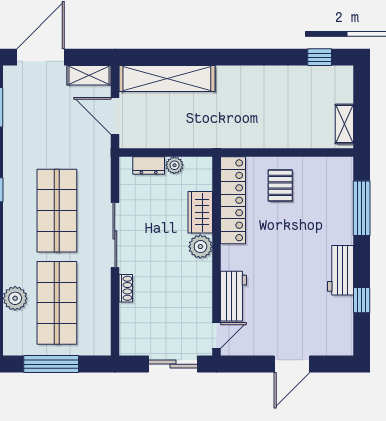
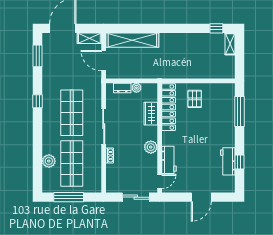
shelving: (344, 124) -> (230, 44), moved
plant: (200, 247) -> (151, 147), moved
workbench: (341, 270) -> (228, 161), moved

